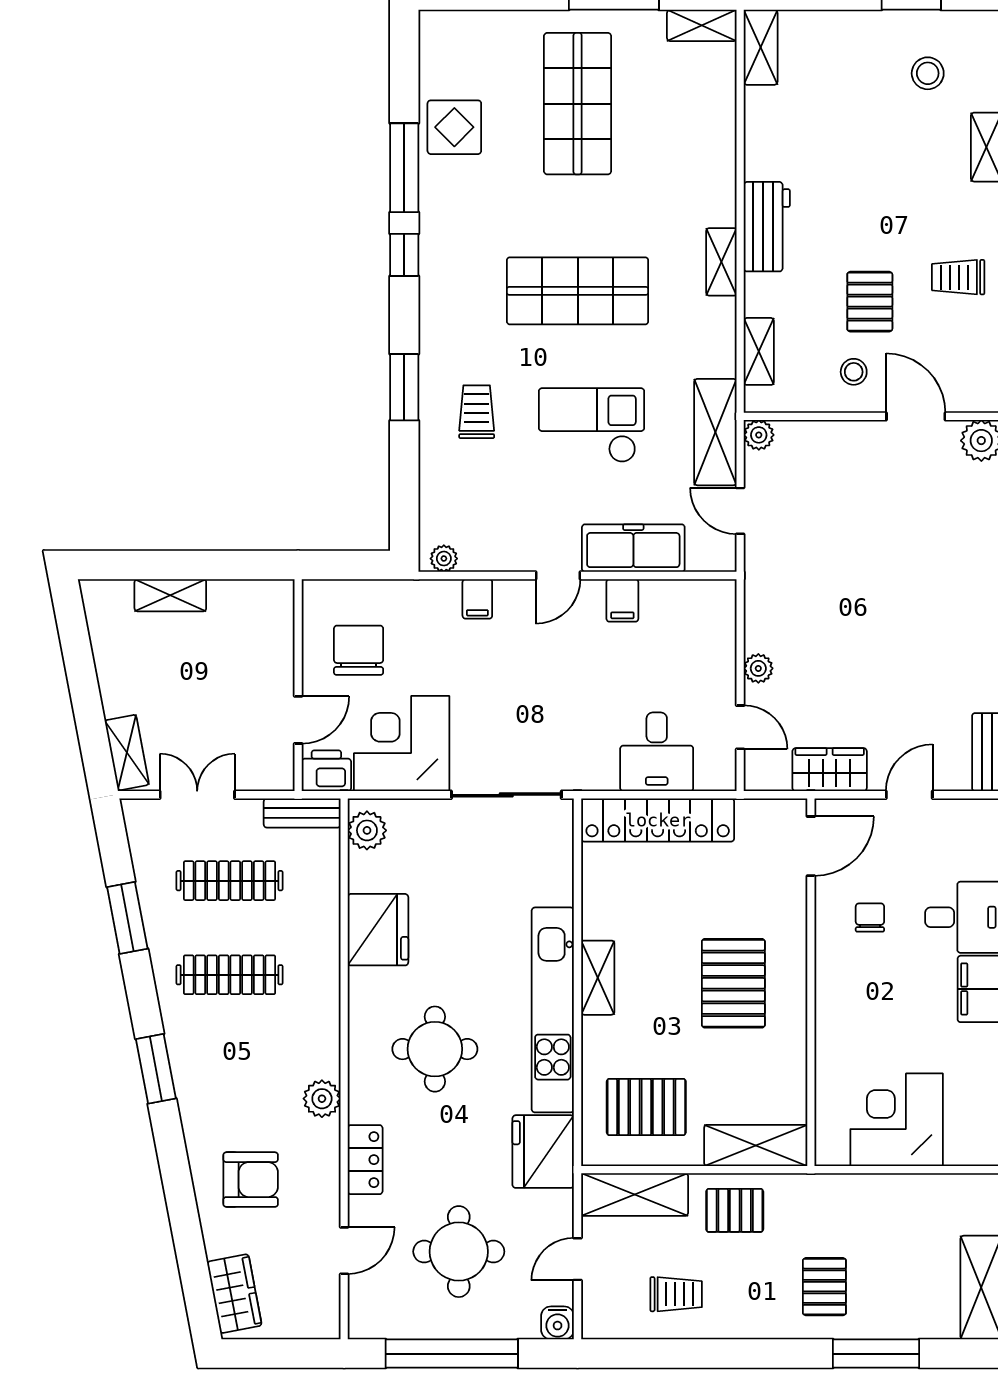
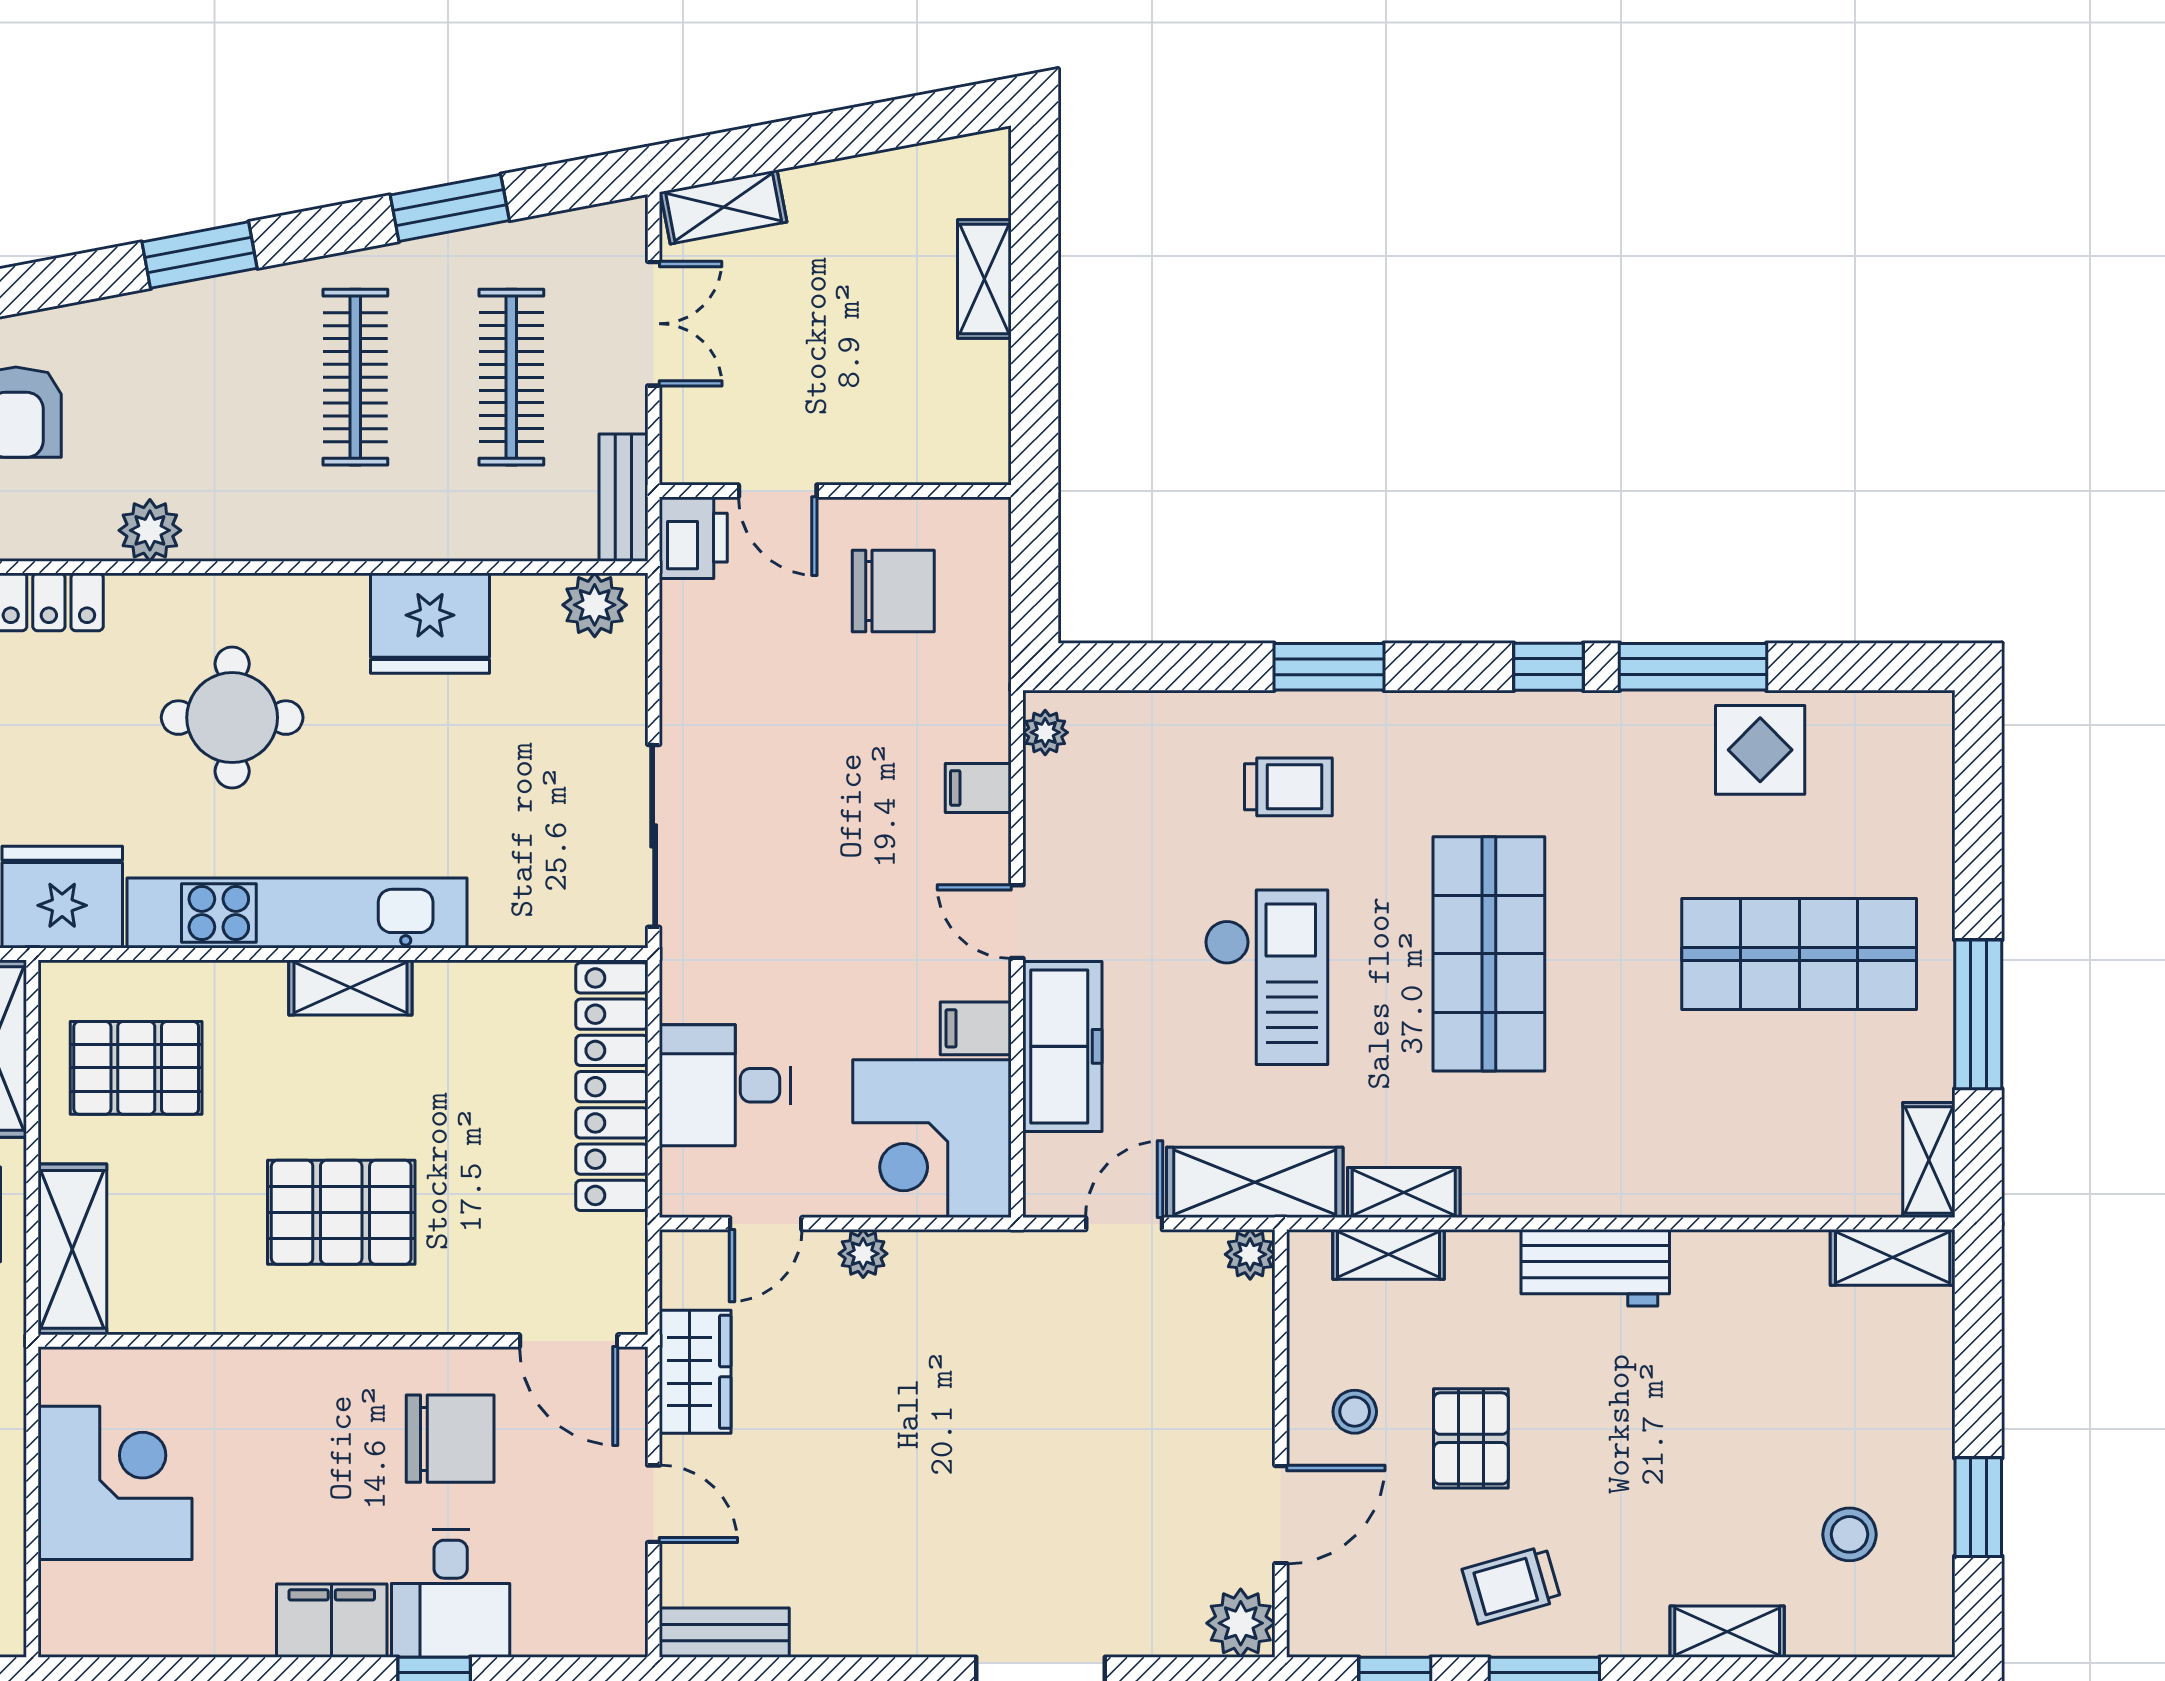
shelving: (721, 262) -> (1404, 1192), moved
trolley: (958, 277) -> (1512, 1585), turned -106
pallet: (870, 302) -> (1471, 1438), turned 90
corner desk: (402, 744) -> (932, 1139), moved, turned 180
chair: (870, 918) -> (450, 1439), width x1.87, depth x1.87
pallet: (646, 1107) -> (136, 1068), turned 90

